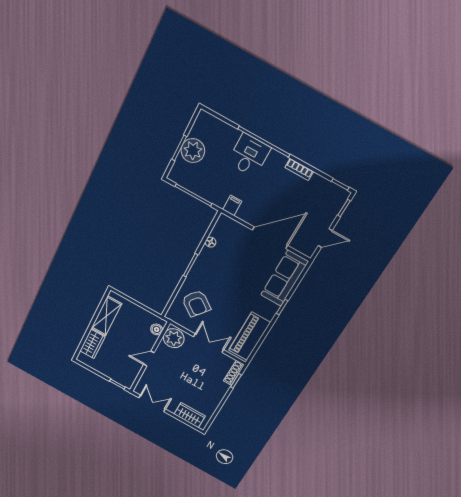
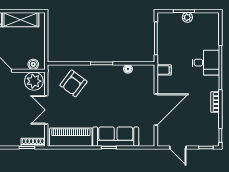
plant: (193, 151) -> (187, 17), width x0.53, depth x0.53
door: (270, 238) -> (156, 109), hinge flipped
sofa: (284, 278) -> (116, 137), moved
double door: (209, 343) -> (46, 110), swing flipped

